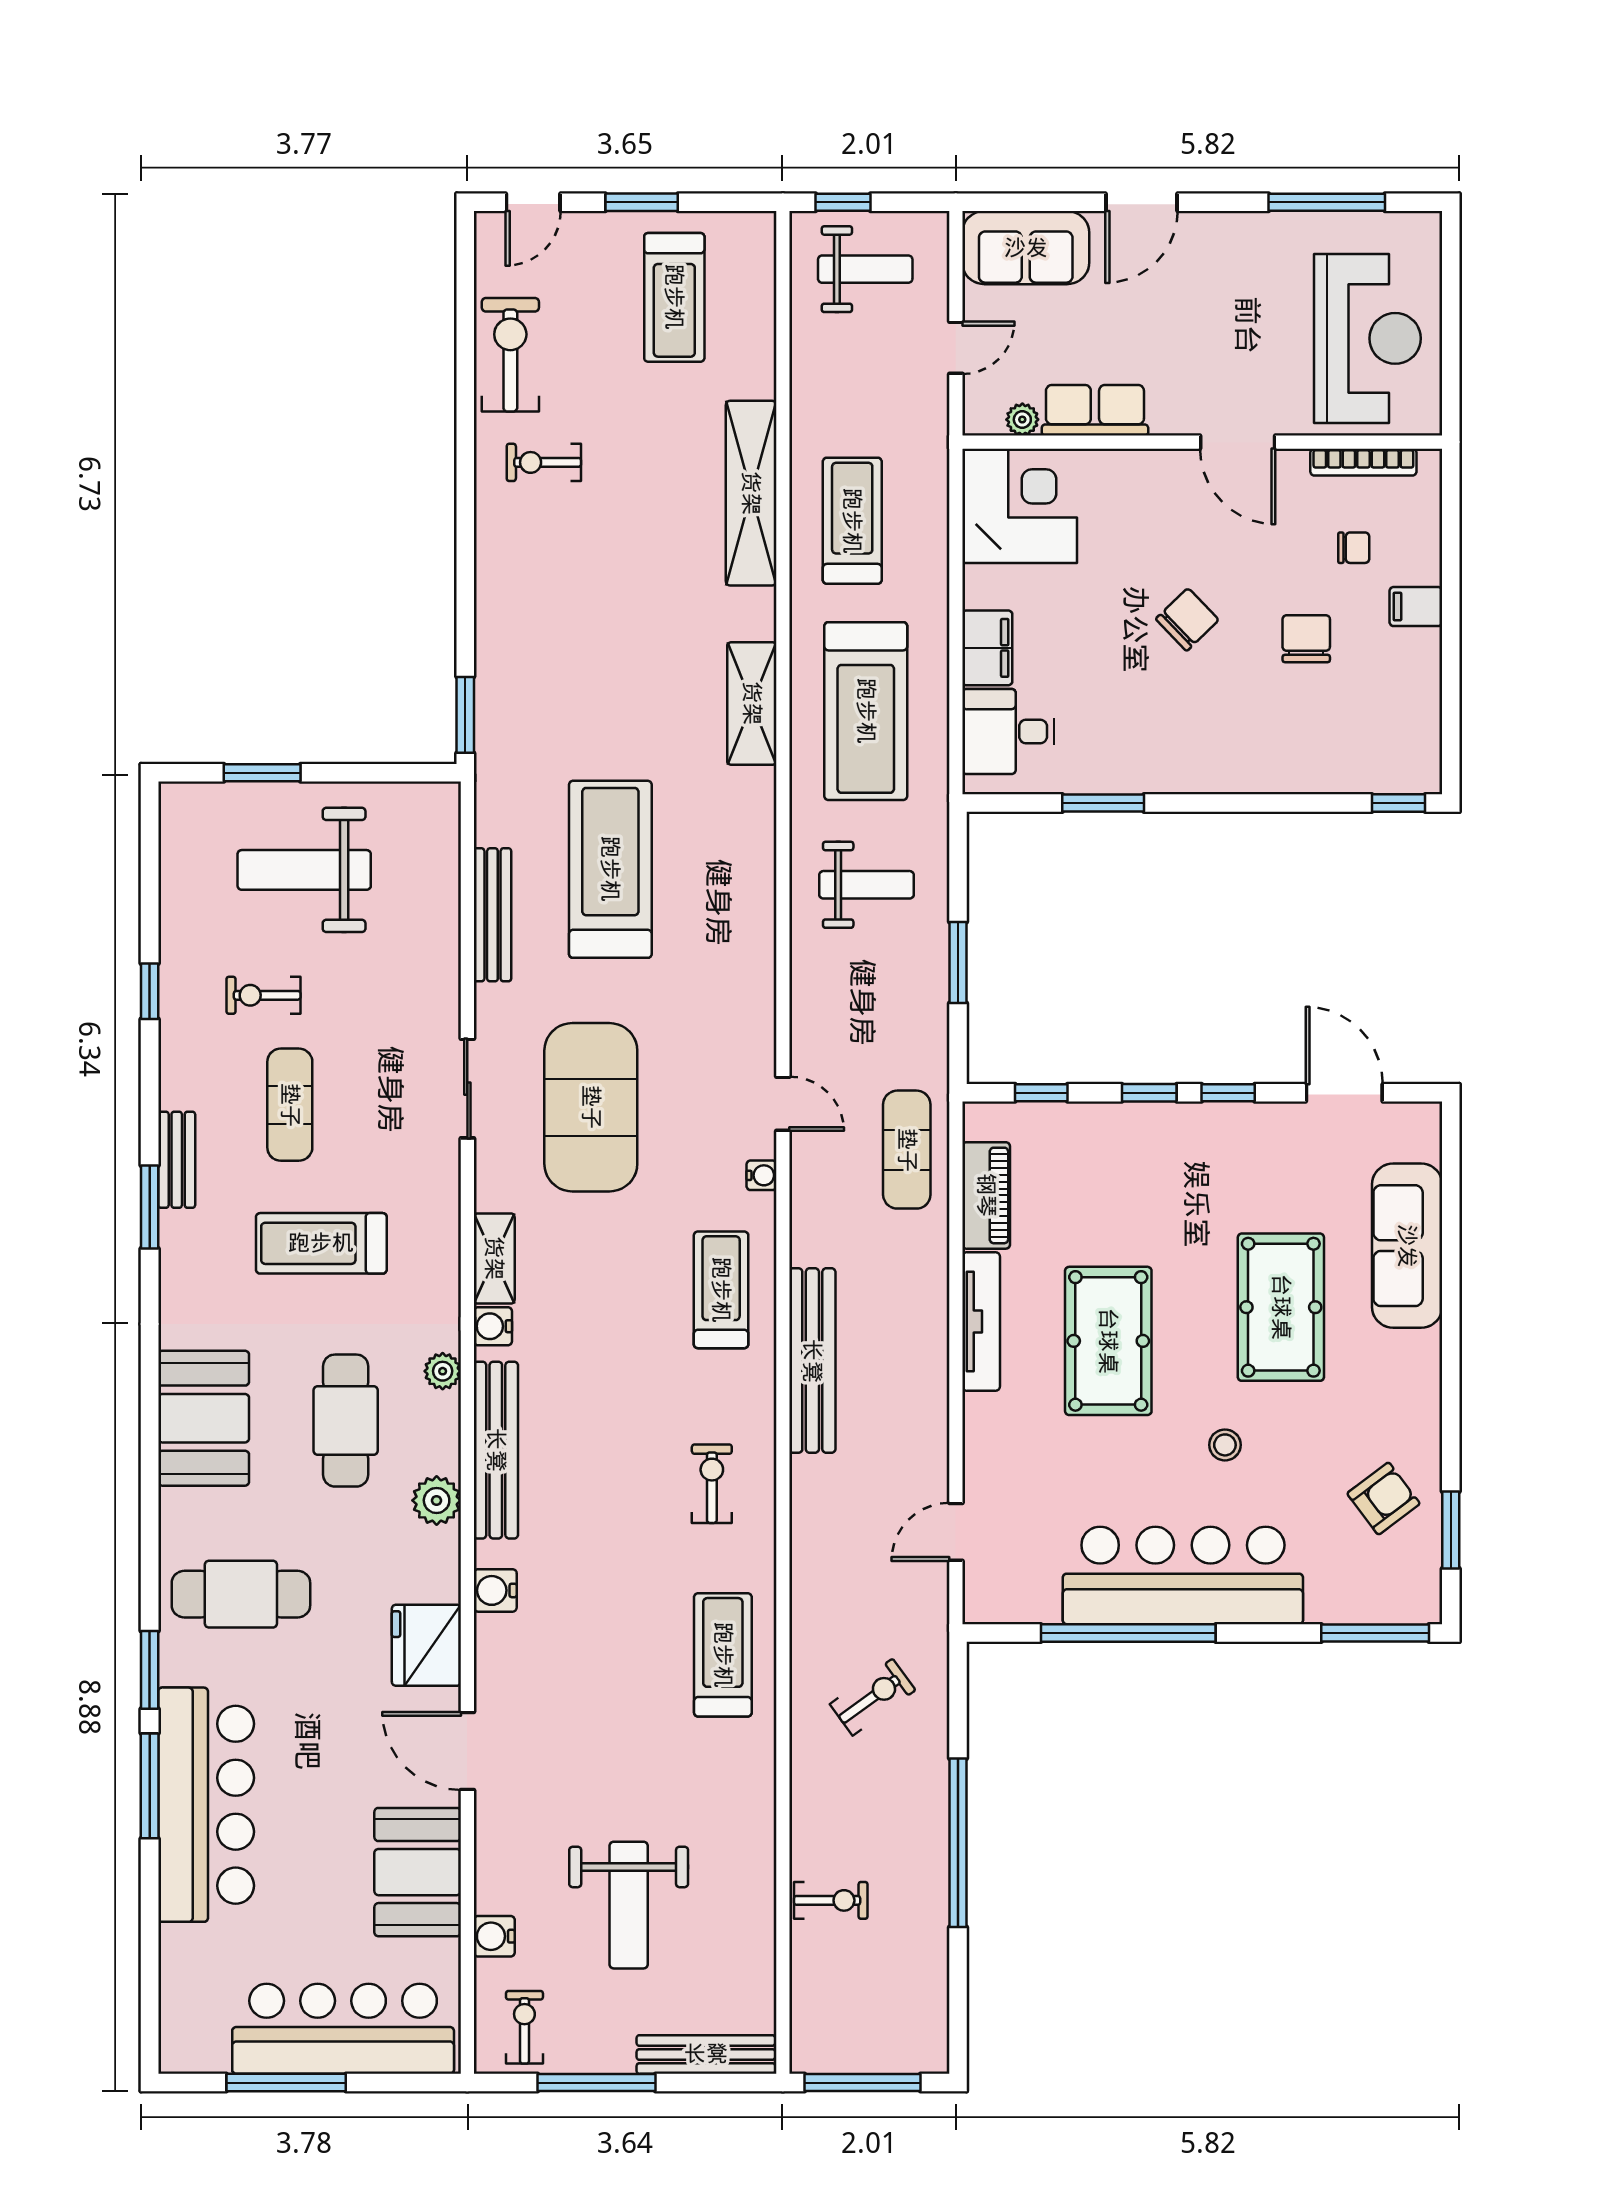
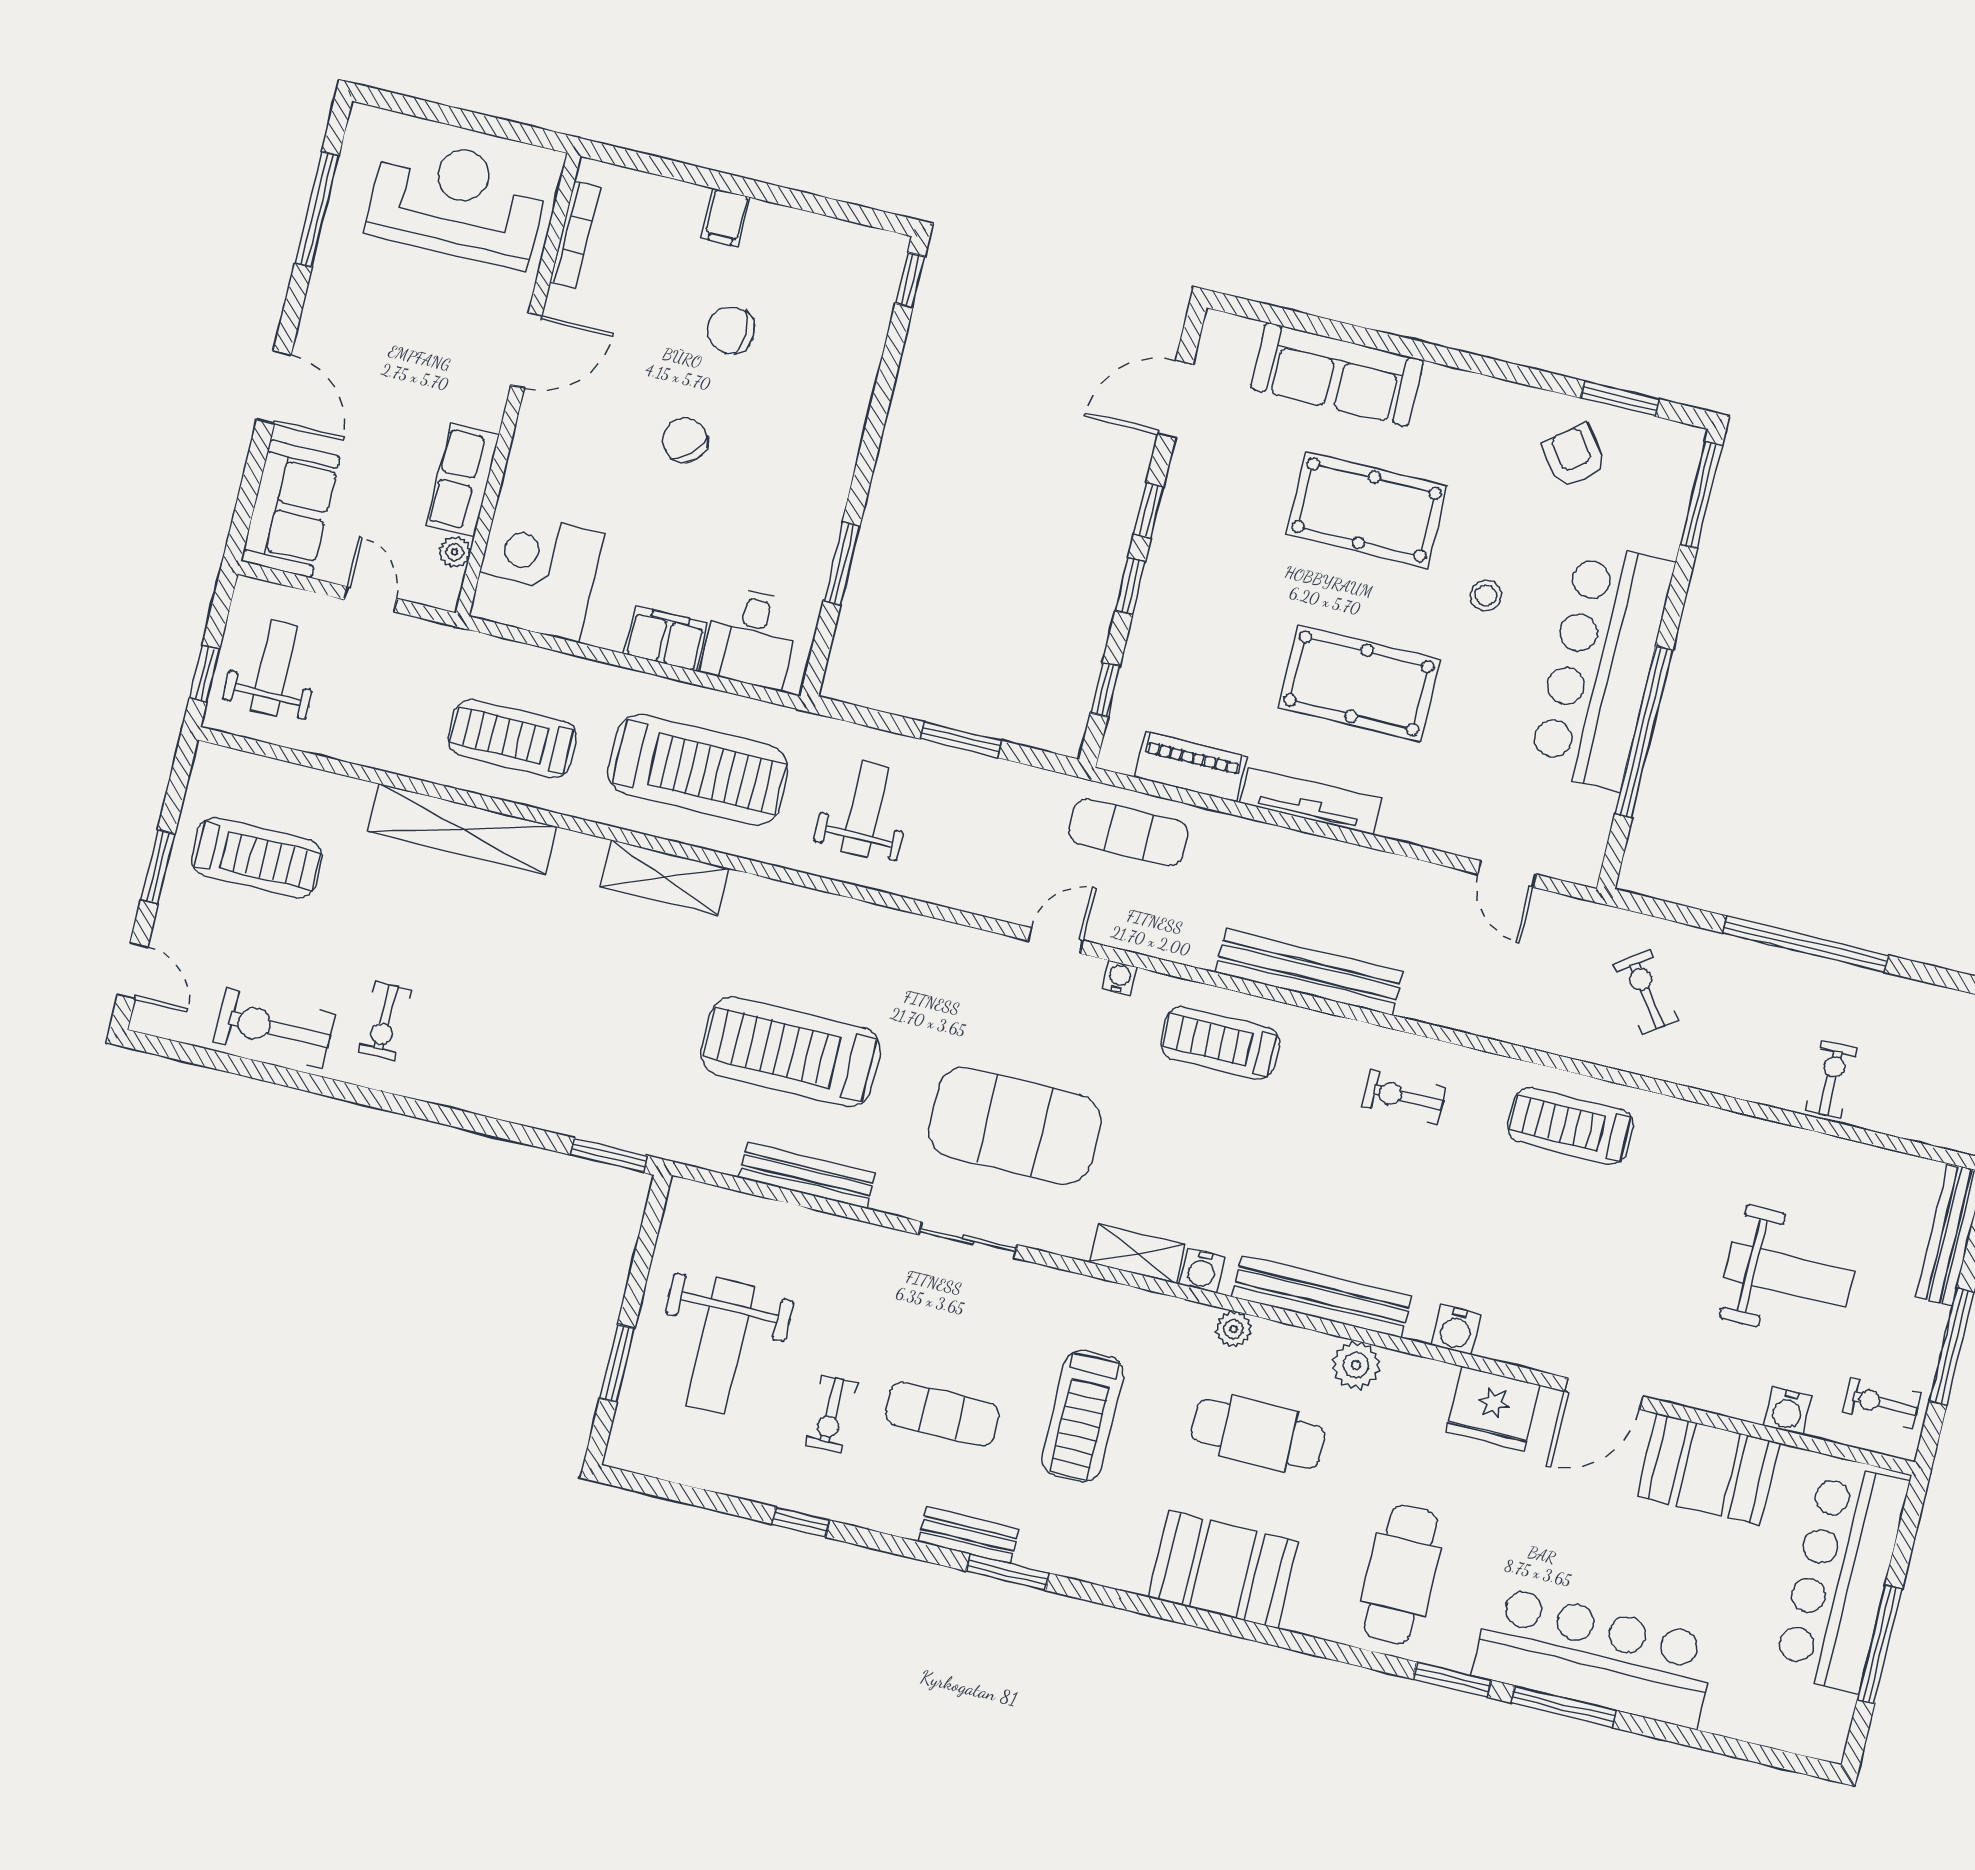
chair: (1354, 548) -> (655, 264), removed

